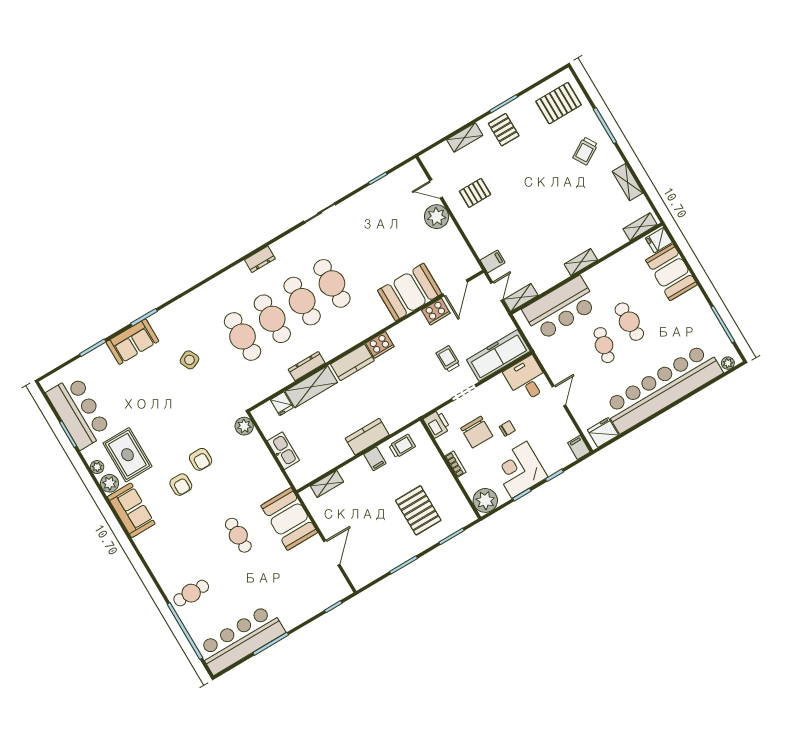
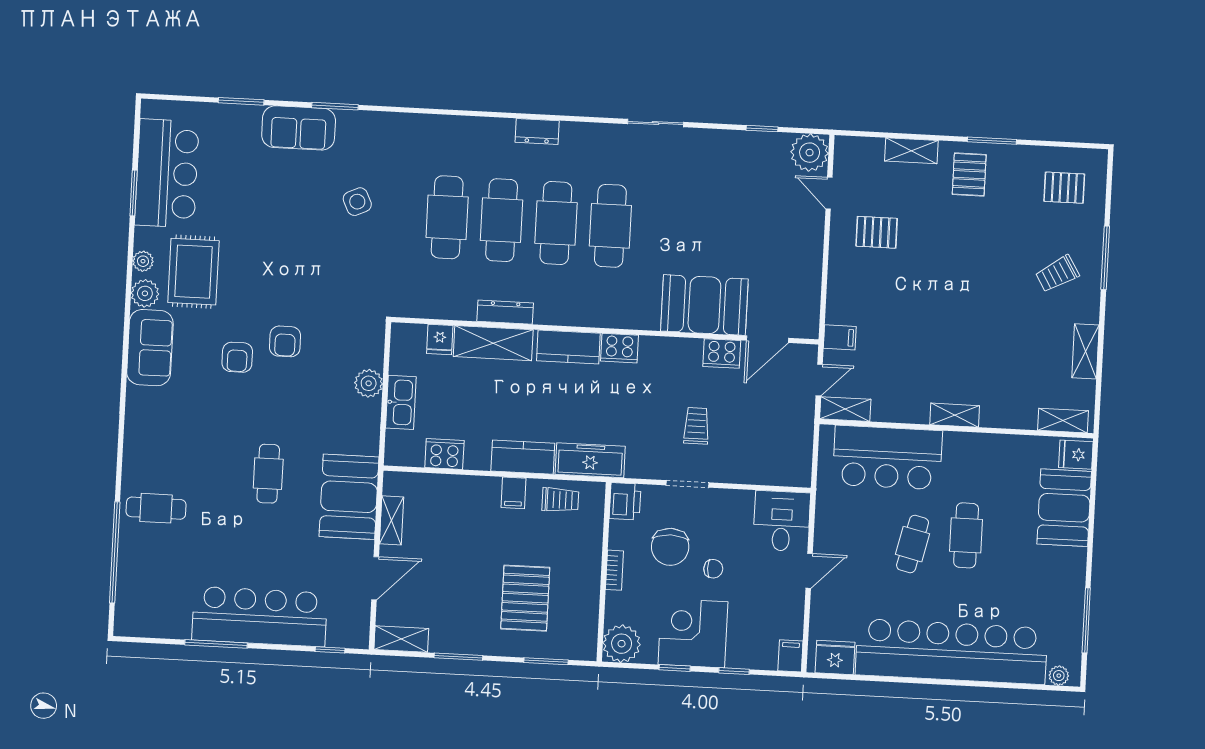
pallet: (559, 103) -> (1064, 188), width x0.67, depth x0.71
plant: (437, 217) -> (810, 153), moved
freezer: (498, 355) -> (590, 460), moved, width x0.73, depth x0.79
plant: (244, 426) -> (369, 383), moved
cooker: (325, 463) -> (444, 454), added
shelving: (327, 484) -> (392, 520), moved, turned 90
shelving: (367, 576) -> (401, 639), added
bar counter: (241, 639) -> (260, 616), moved

